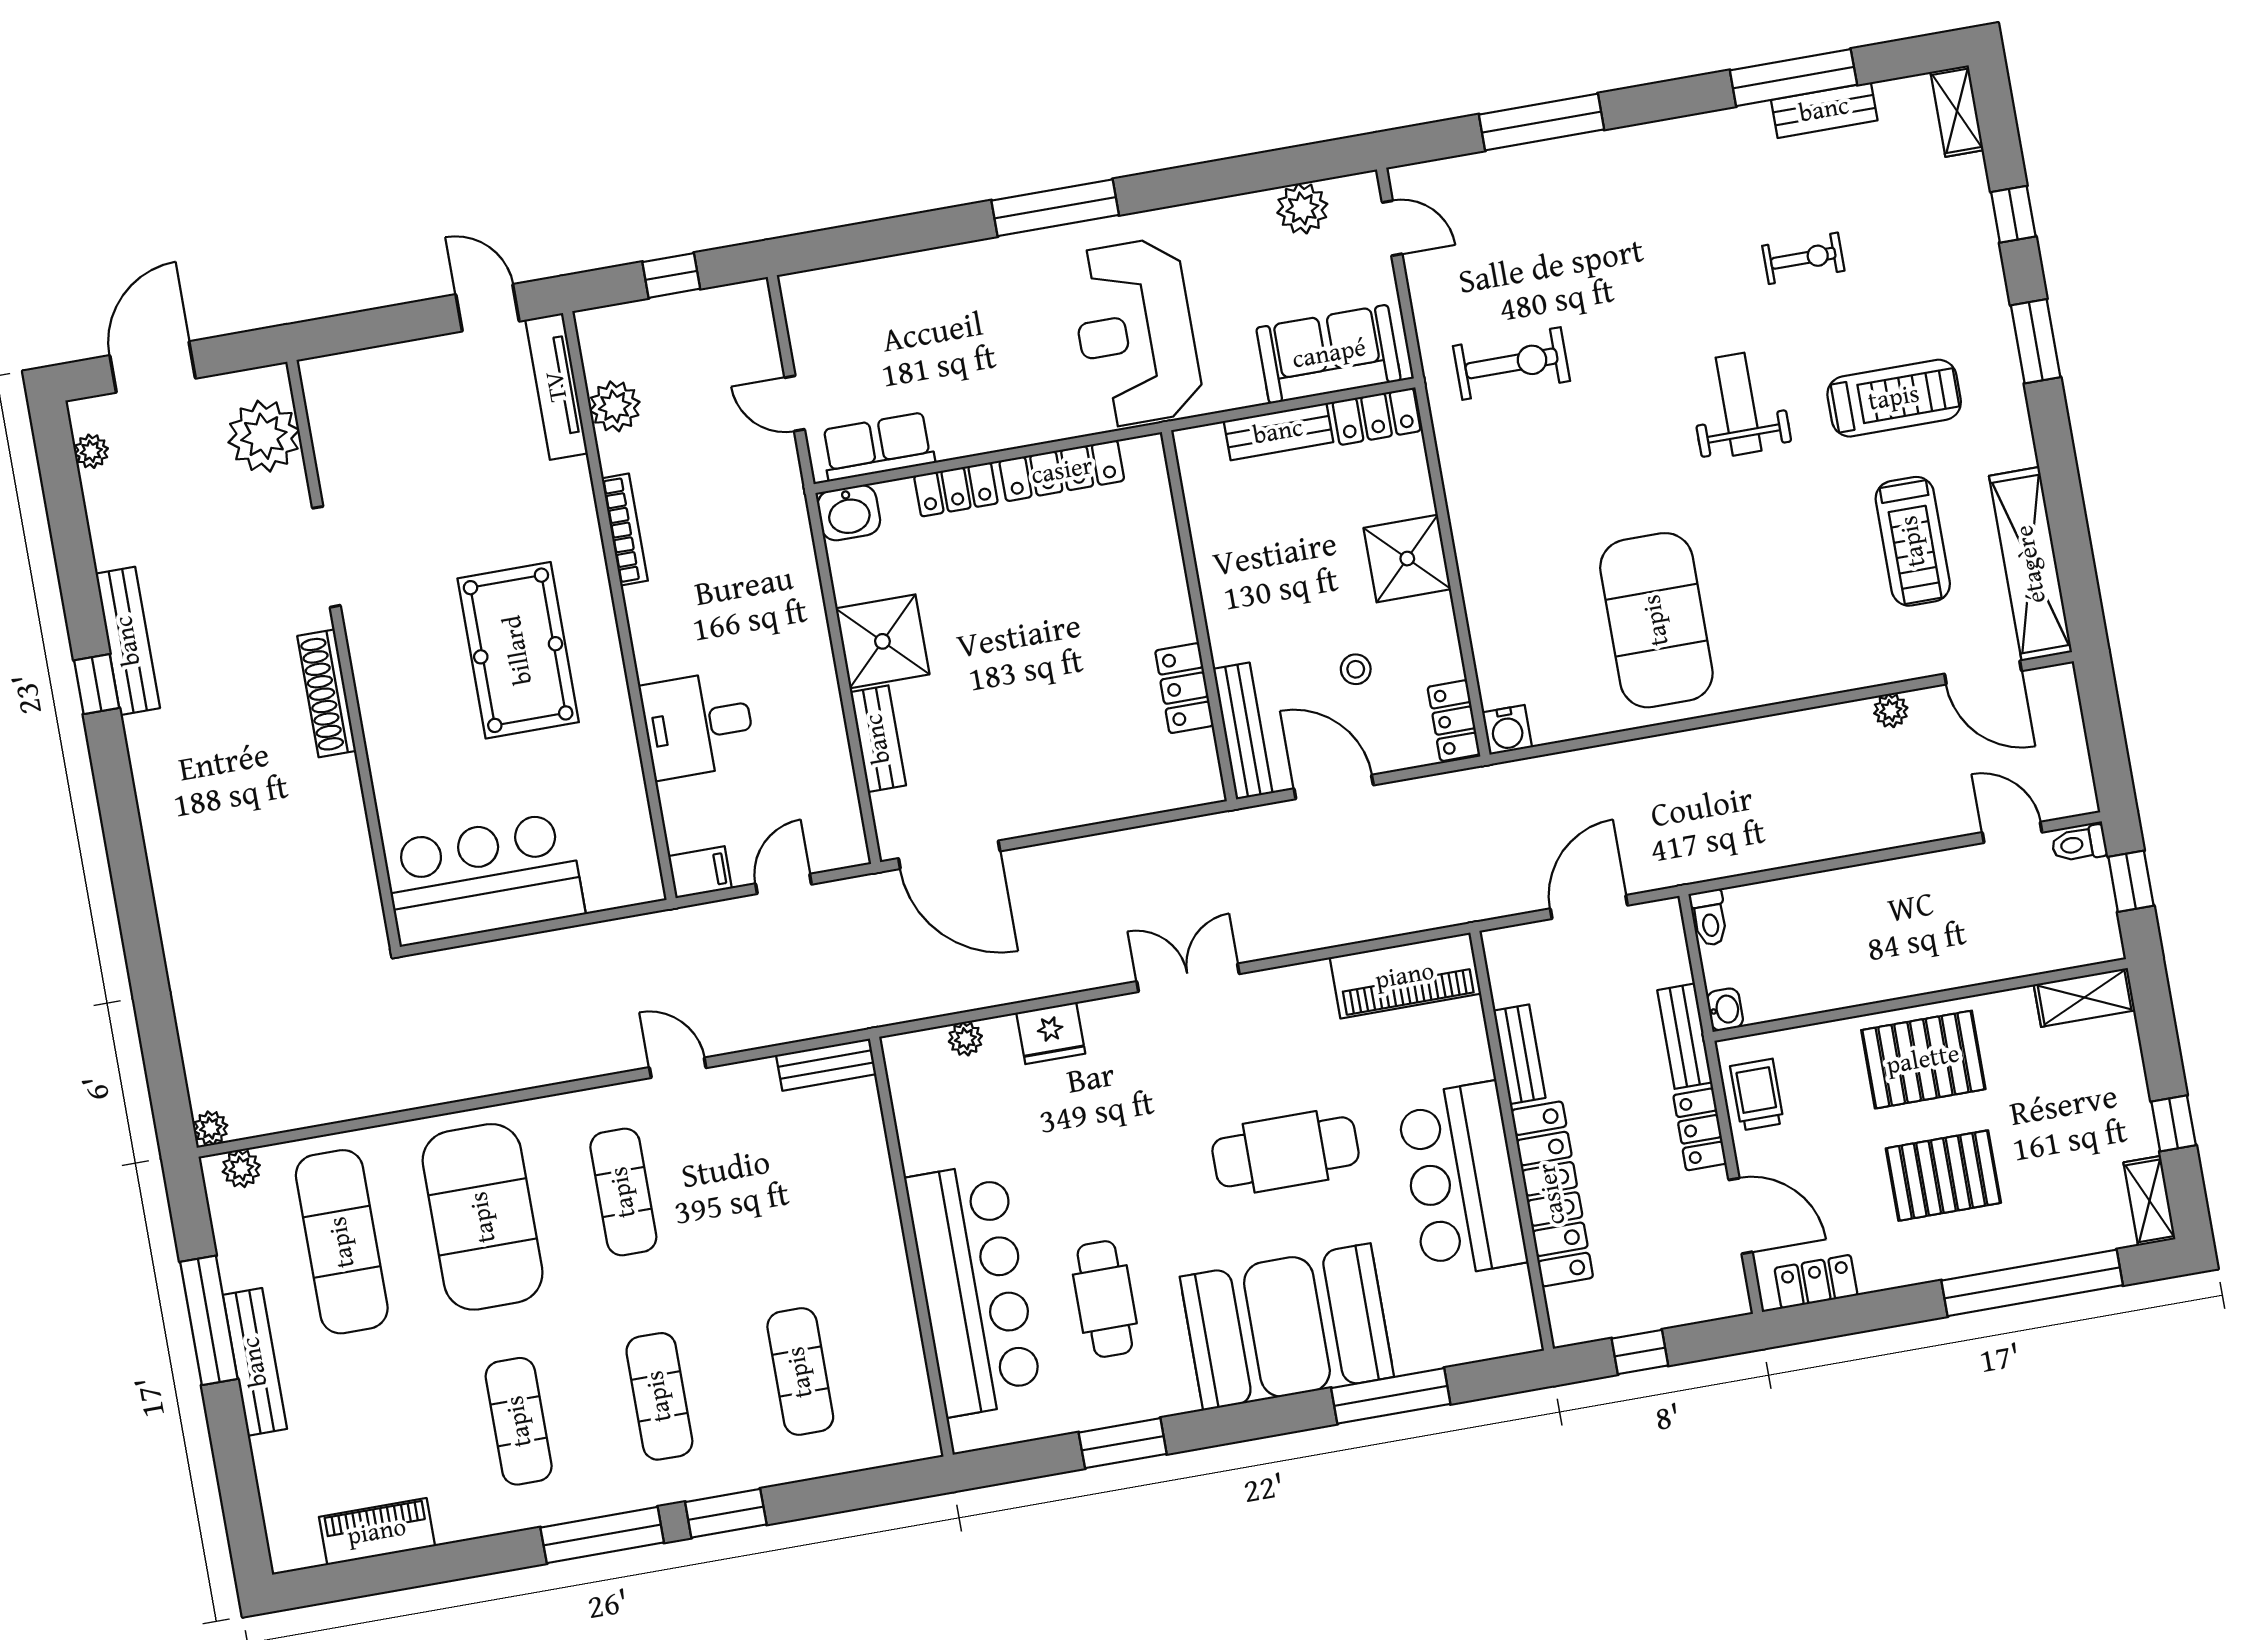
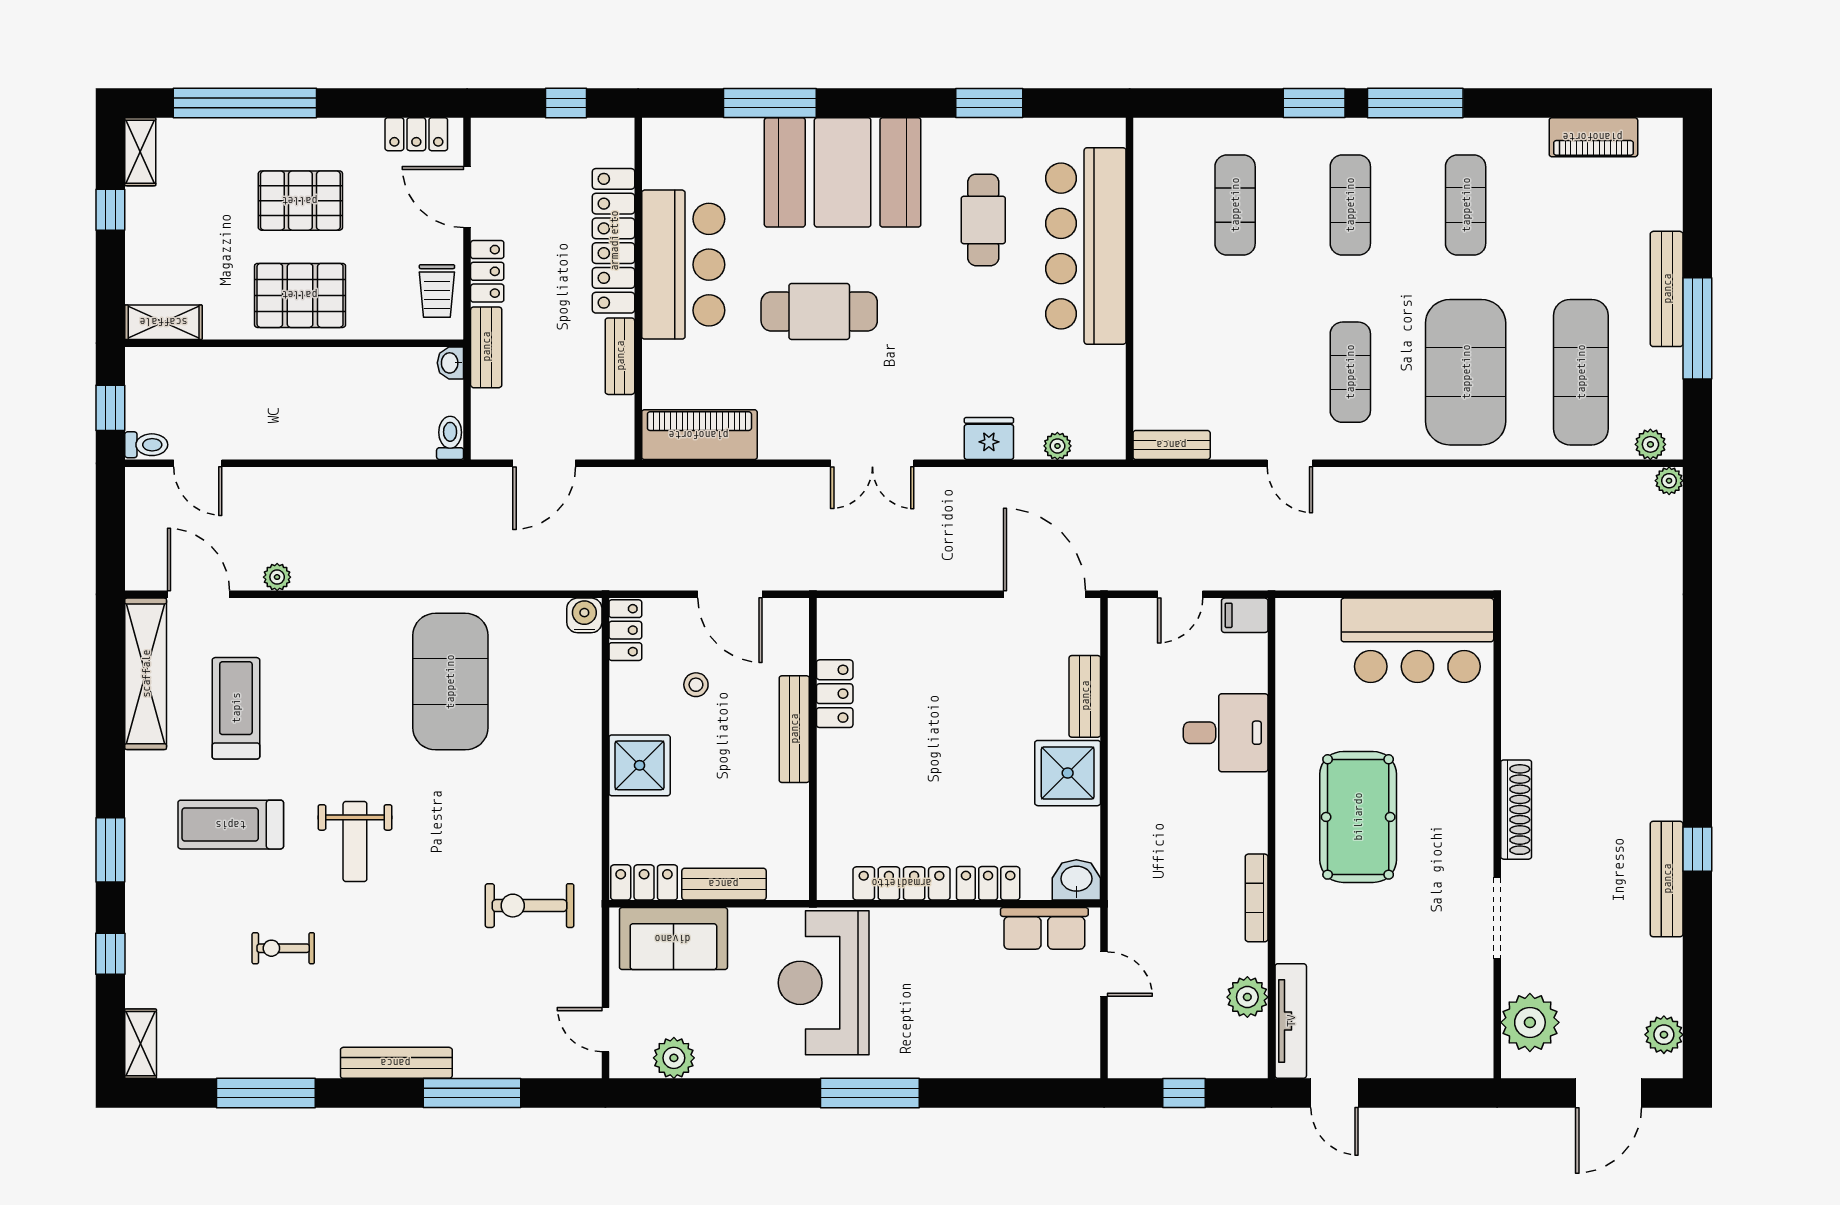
bench: (1824, 110) -> (396, 1063), moved, width x1.36
reception desk: (1135, 332) -> (824, 983), turned 180
plant: (91, 451) -> (1664, 1035), width x1.38, depth x1.38
bench: (1243, 731) -> (794, 729), moved

